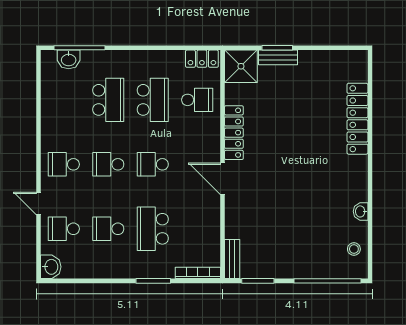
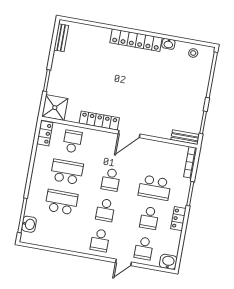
bench: (278, 57) -> (61, 38), moved
locker: (357, 119) -> (136, 40), moved
locker: (115, 270) -> (178, 219), added

